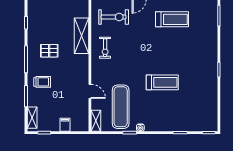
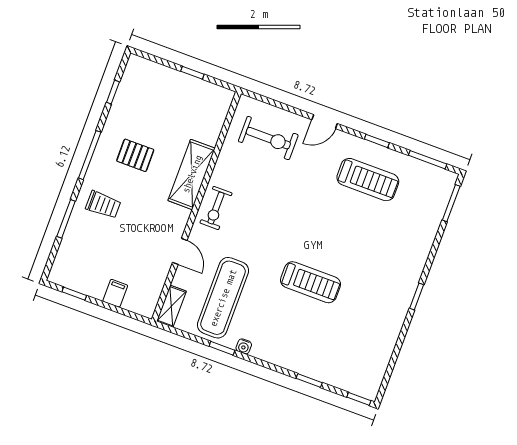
shelving: (81, 36) -> (192, 174), moved
exercise bike: (105, 48) -> (216, 208), moved
shelving: (32, 118) -> (63, 260), removed

